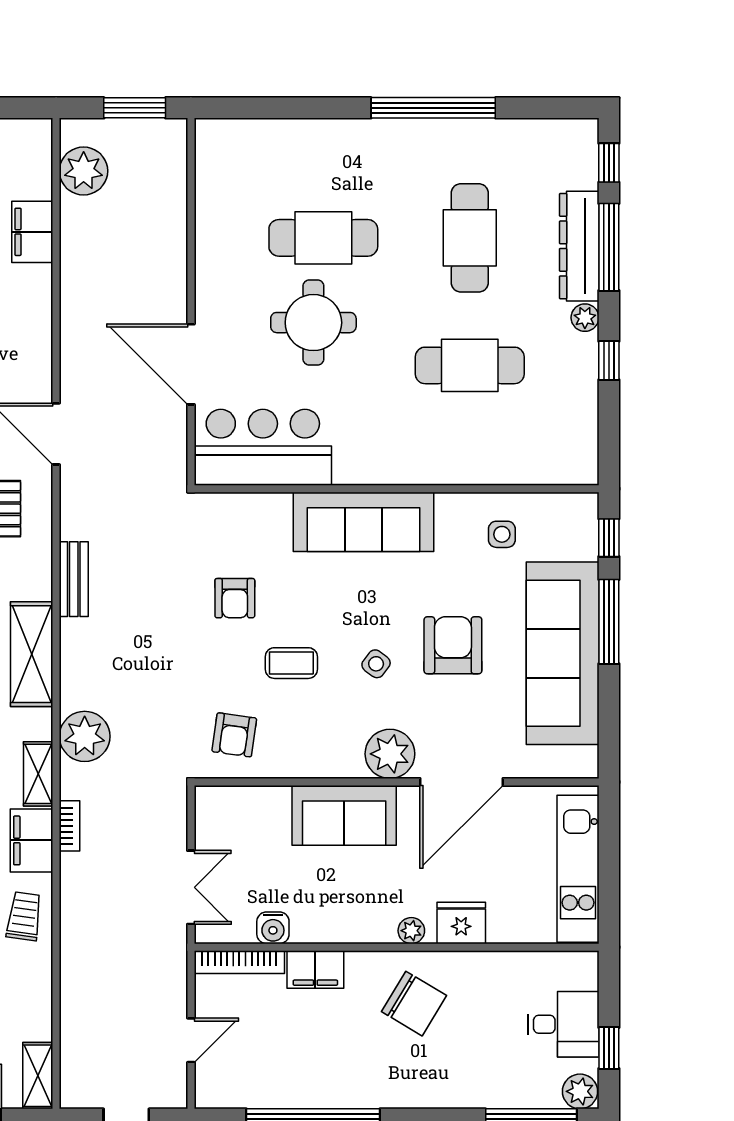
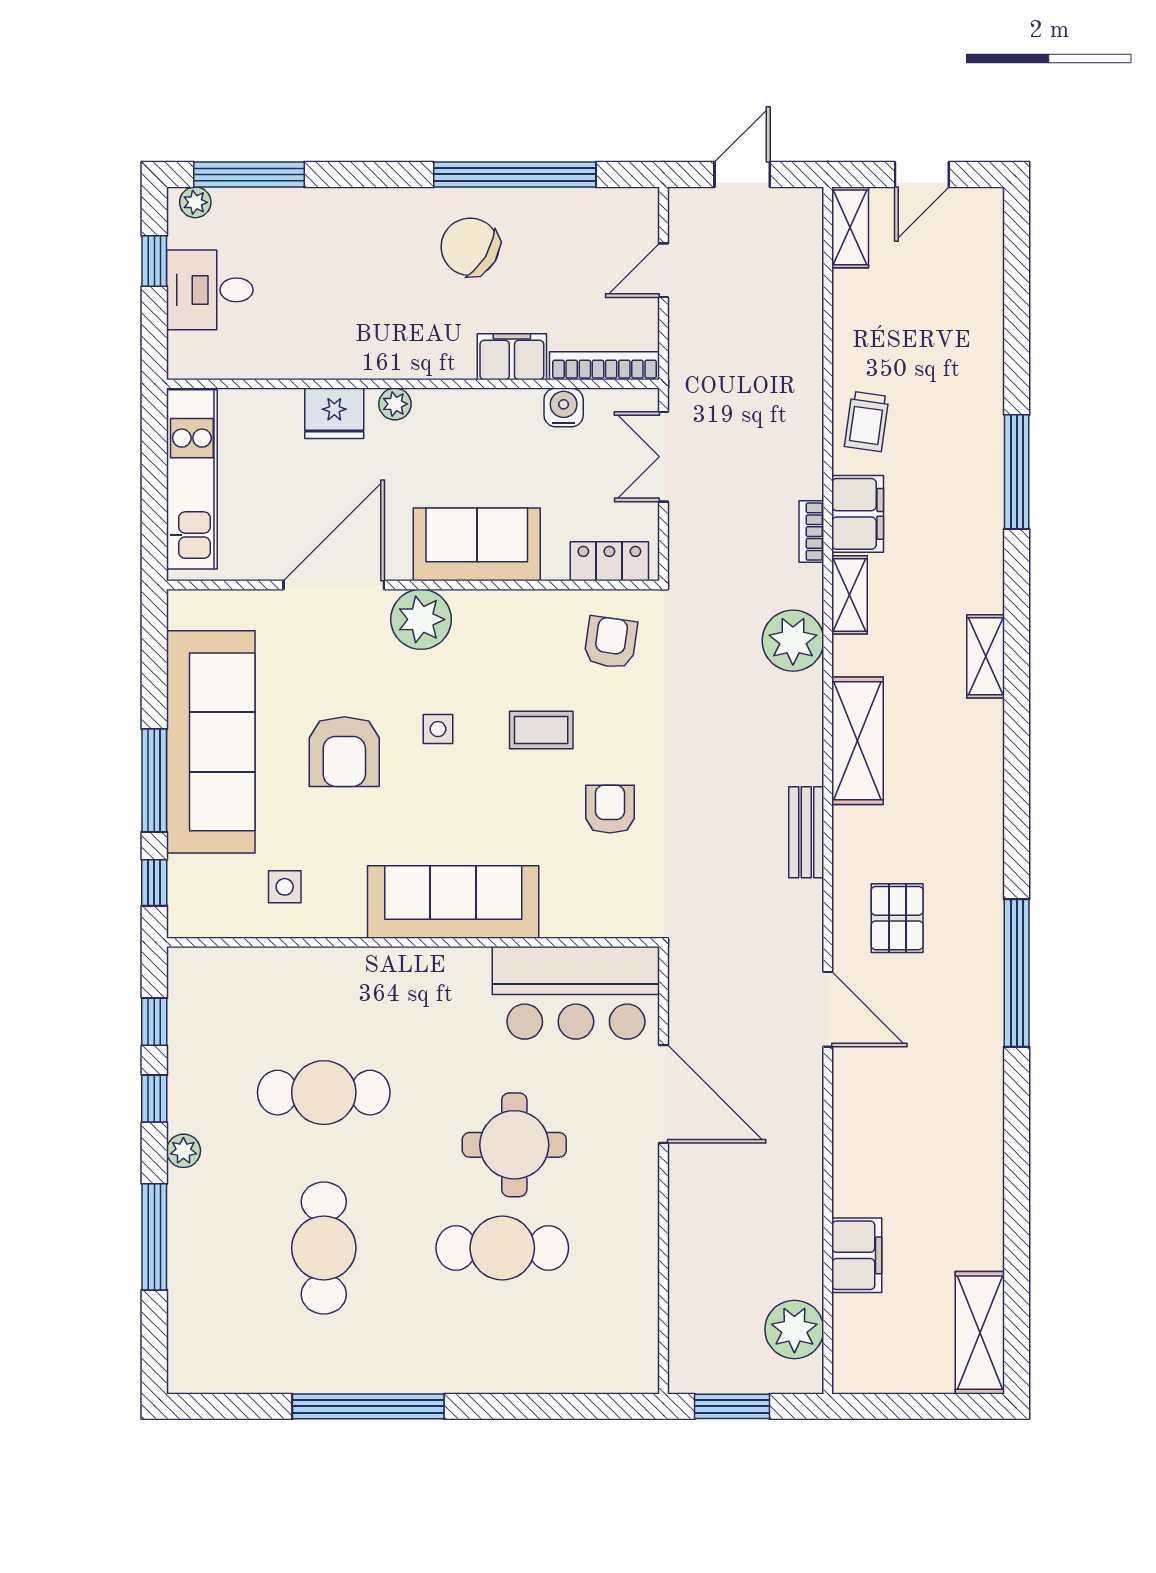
window: (609, 163) -> (154, 1022), moved
dresser: (579, 246) -> (191, 1238), removed
side table: (376, 664) -> (438, 729), turned -37
locker: (235, 802) -> (609, 561), added
chair: (414, 1004) -> (470, 247), moved
plant: (580, 1091) -> (195, 202), width x0.73, depth x0.73

